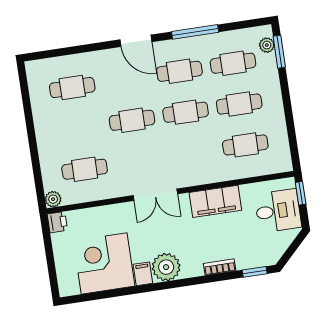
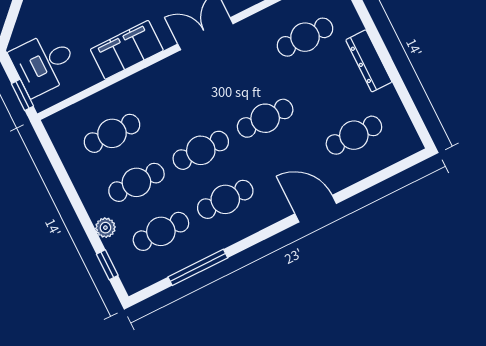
window: (195, 32) -> (198, 267), moved
door: (136, 41) -> (316, 209), moved
plant: (267, 45) -> (105, 228), moved
window: (279, 52) -> (107, 265), width x0.67
dresser: (44, 137) -> (369, 61), added

